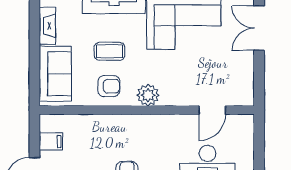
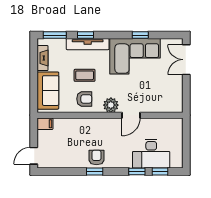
door: (212, 110) -> (131, 115), moved
filing cabinet: (51, 142) -> (45, 124), moved

